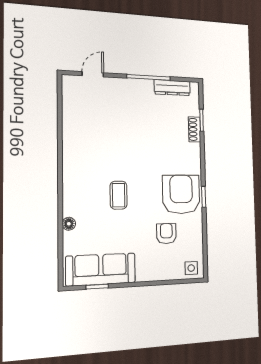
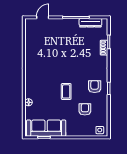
armchair: (181, 194) -> (95, 87), width x0.53, depth x0.53
coffee table: (119, 195) -> (66, 91), moved

